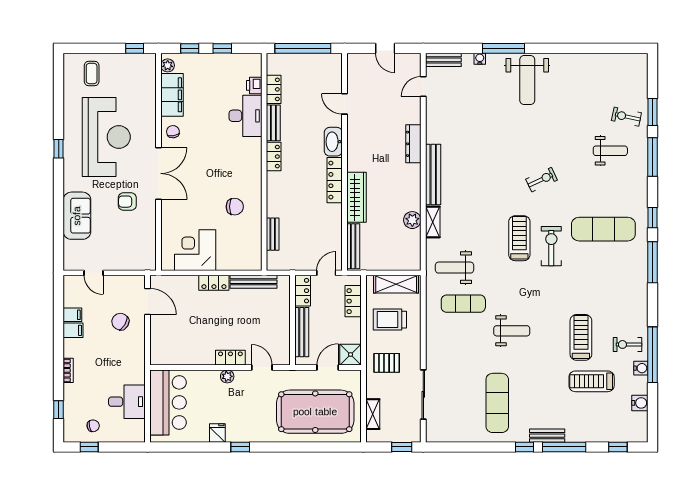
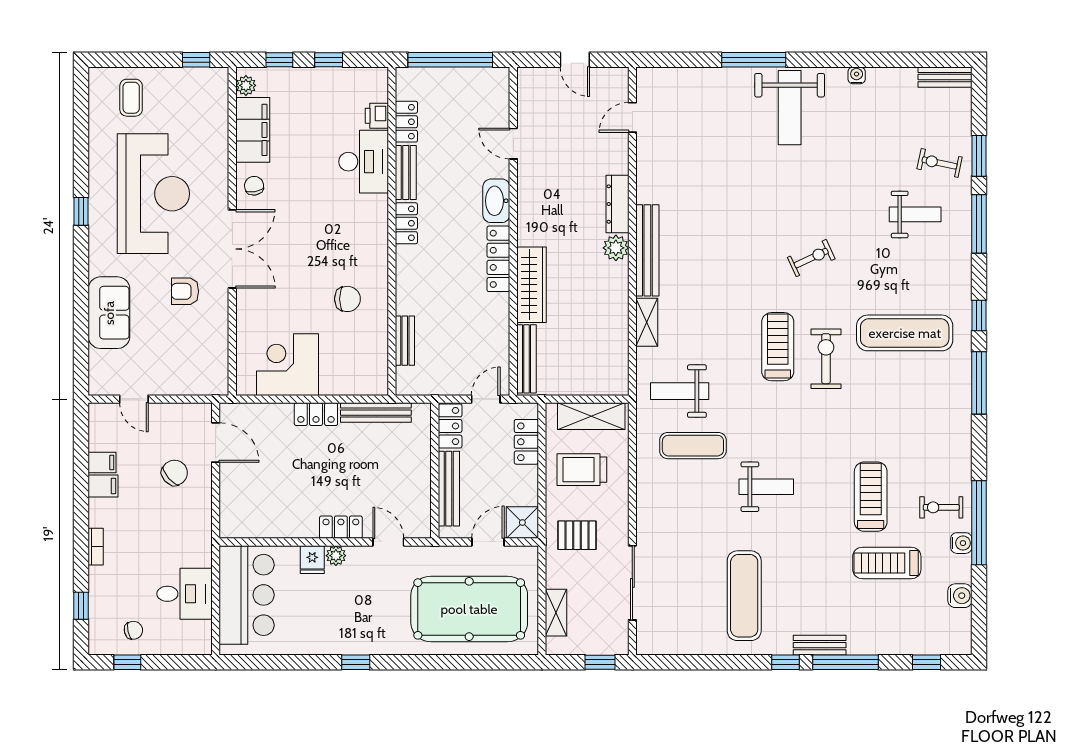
water cooler: (480, 59) -> (857, 75), moved
bench: (443, 60) -> (945, 77), moved
plant: (412, 220) -> (616, 248), moved
chair: (120, 322) -> (175, 473), turned 109
fridge: (217, 433) -> (312, 560), moved, turned 180

